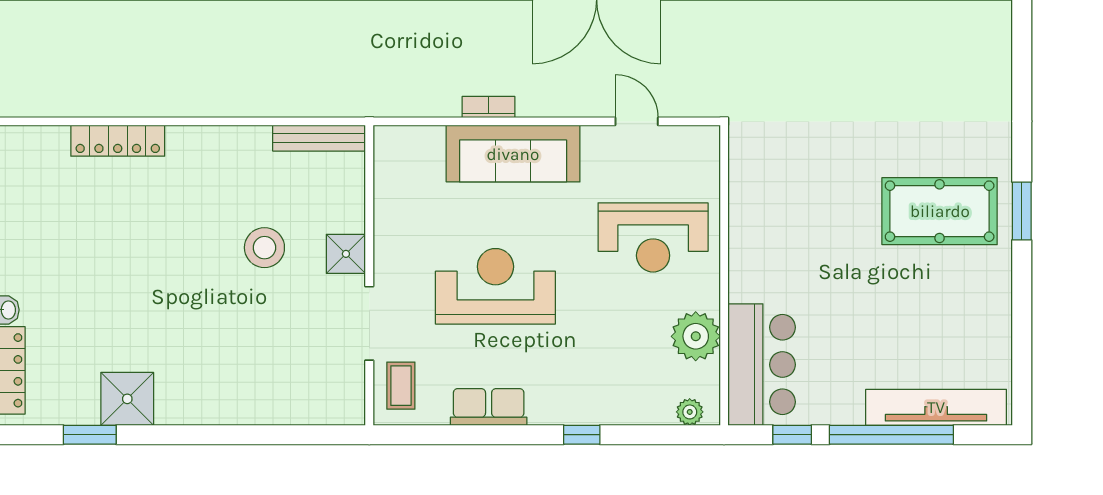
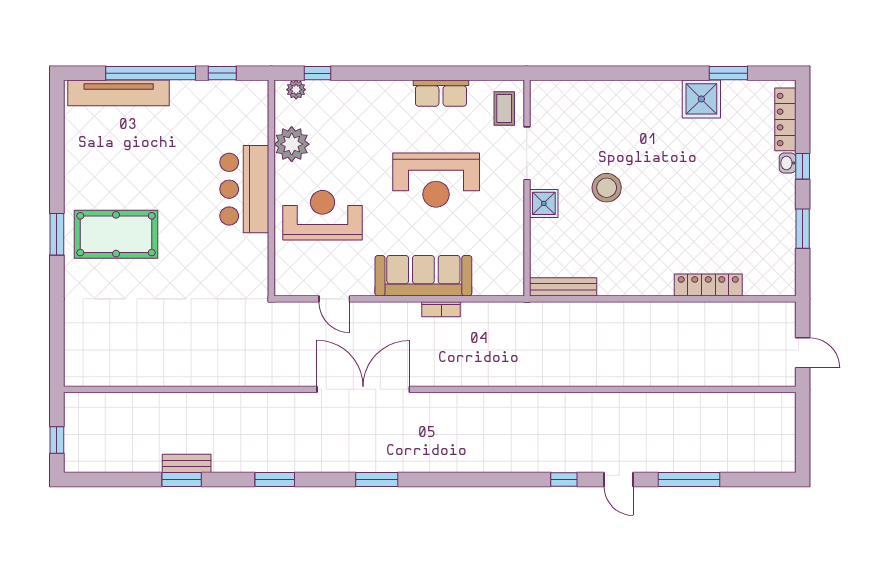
stool: (264, 248) -> (607, 188), moved
bar counter: (762, 365) -> (244, 189), moved
window: (582, 435) -> (318, 73), moved

